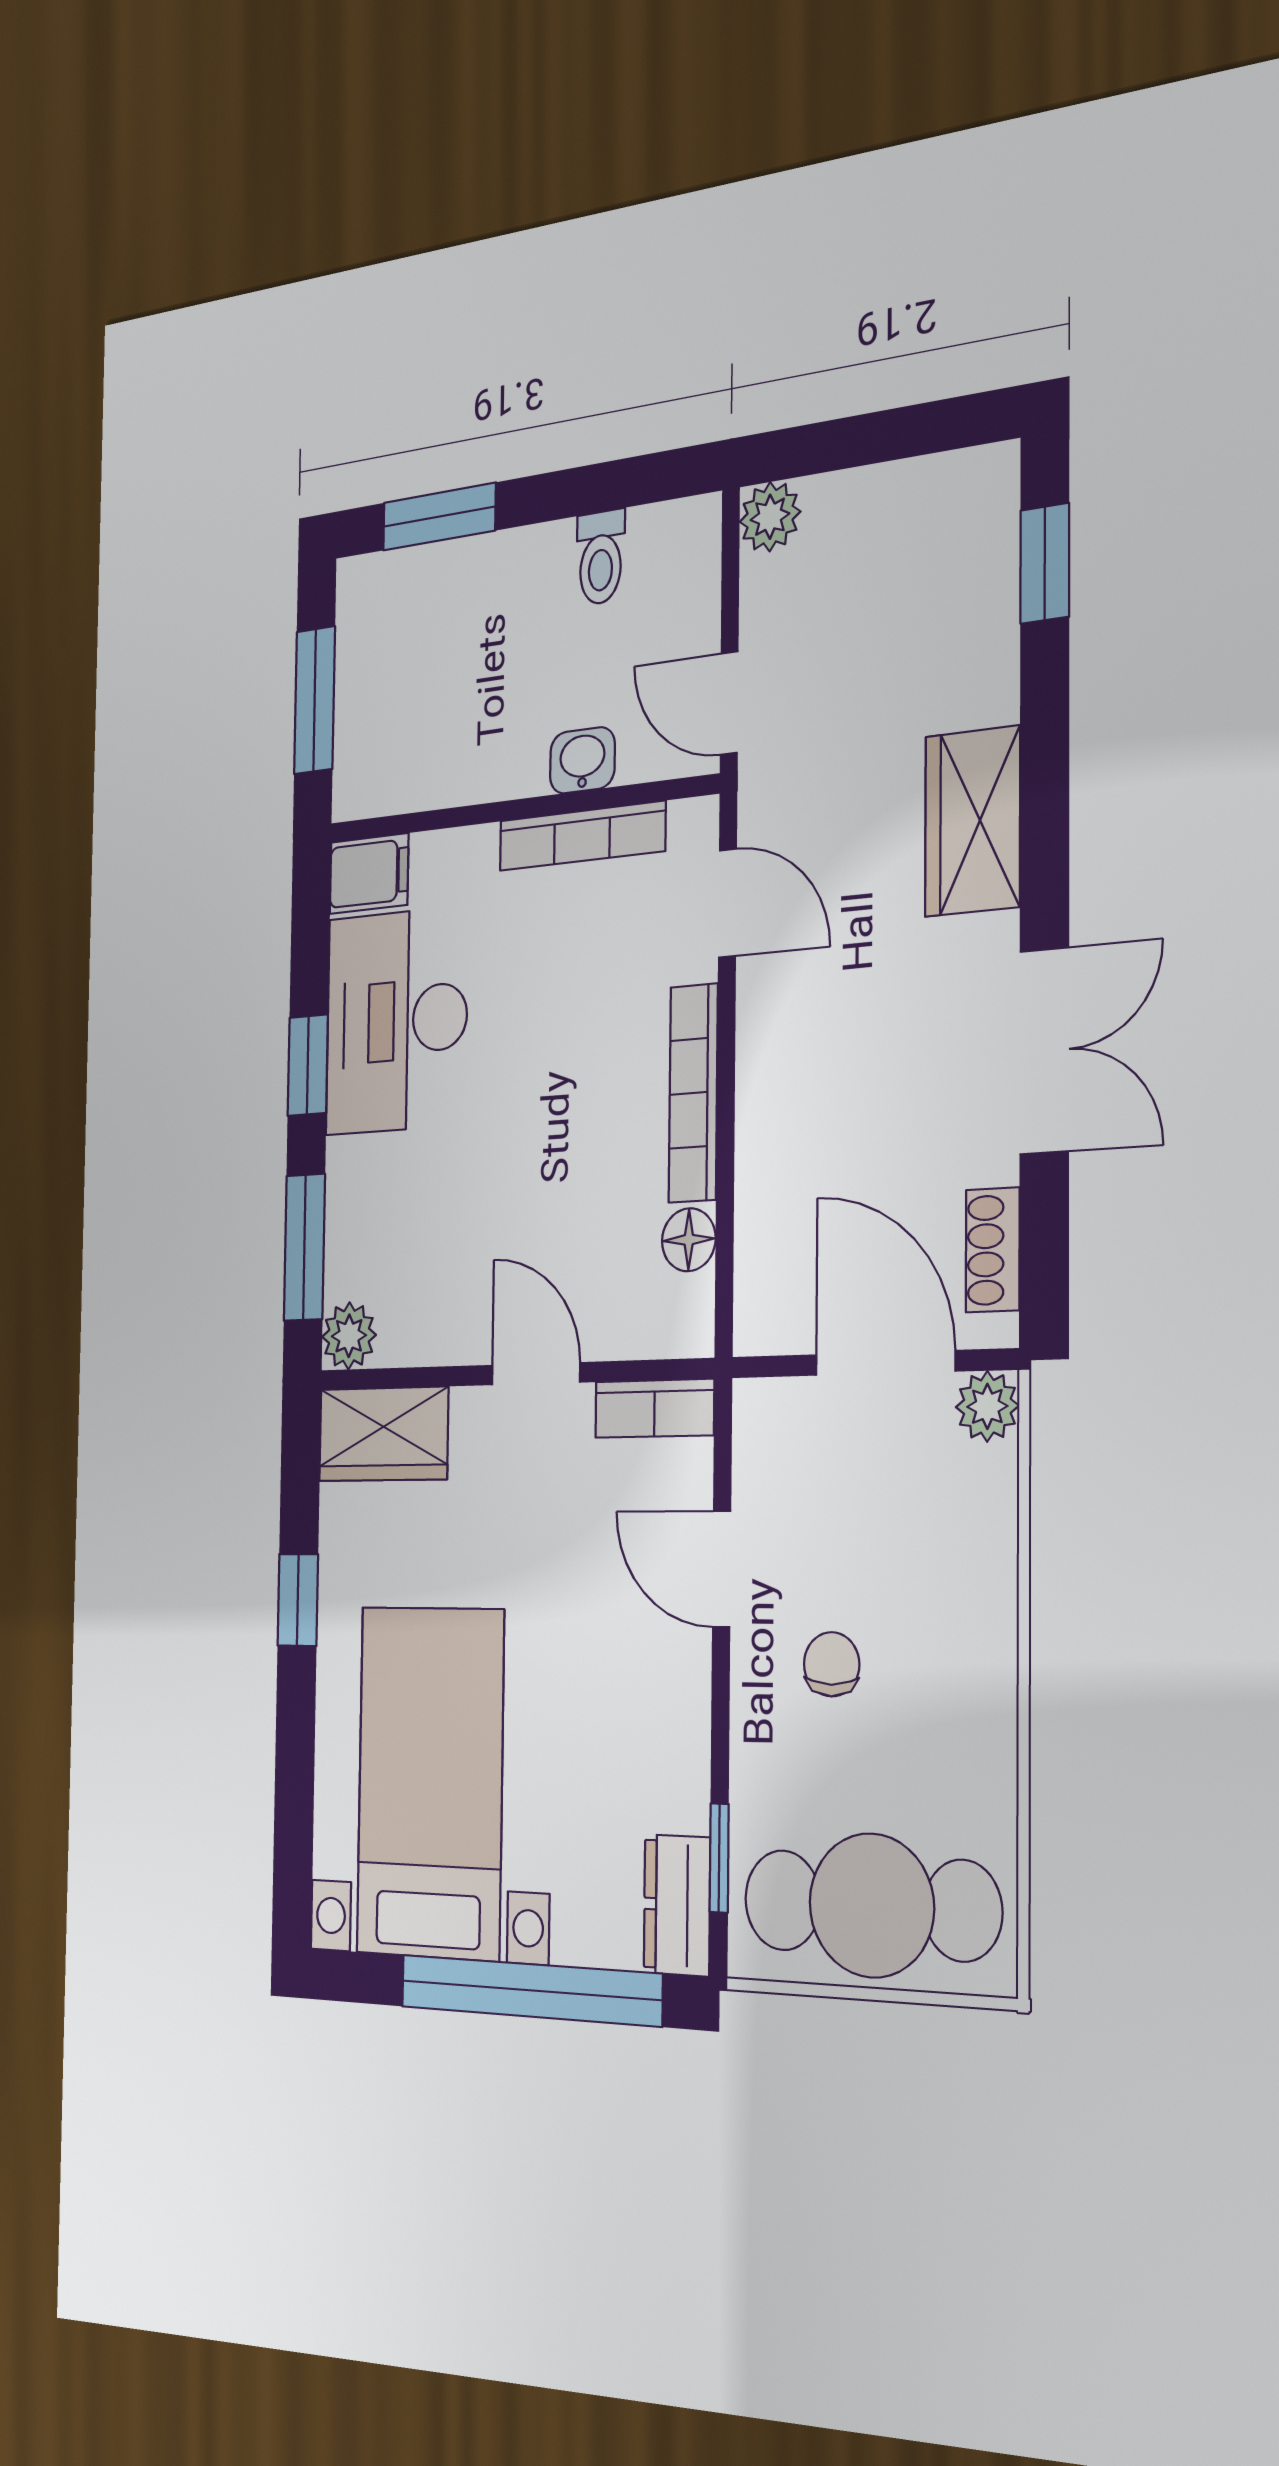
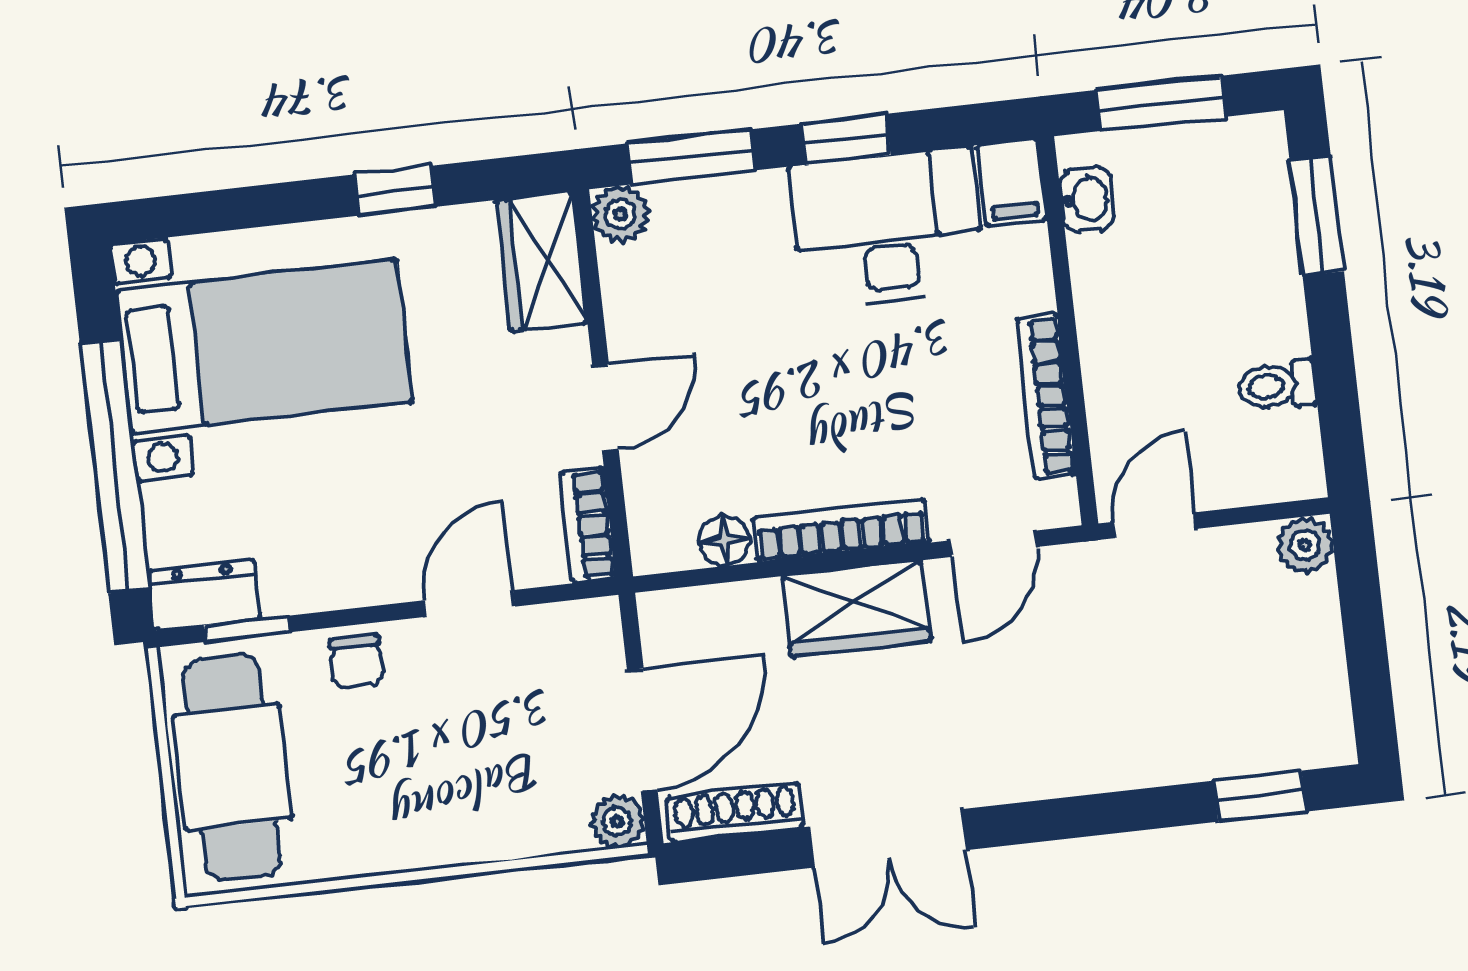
washbasin: (582, 760) -> (1087, 199), moved
wardrobe: (972, 821) -> (856, 609), moved, turned 180
shoe rack: (993, 1250) -> (735, 812), width x1.43
chair: (832, 1664) -> (357, 661), moved, turned 90

